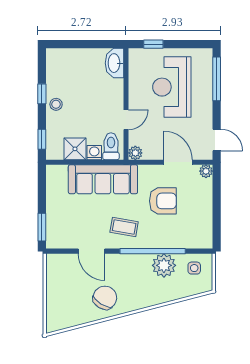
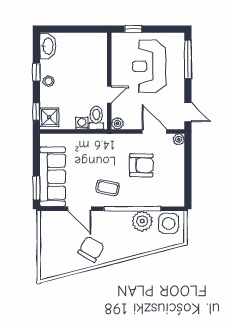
washbasin: (115, 63) -> (48, 46), moved, turned 180
shower: (75, 149) -> (49, 117), moved
sofa: (103, 179) -> (53, 177), moved, turned -90
side table: (194, 268) -> (169, 223), width x1.87, depth x1.87

